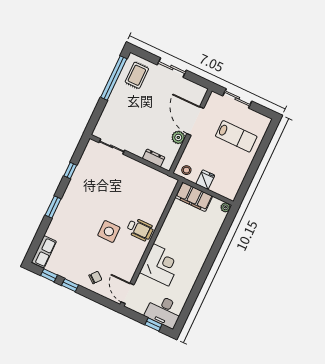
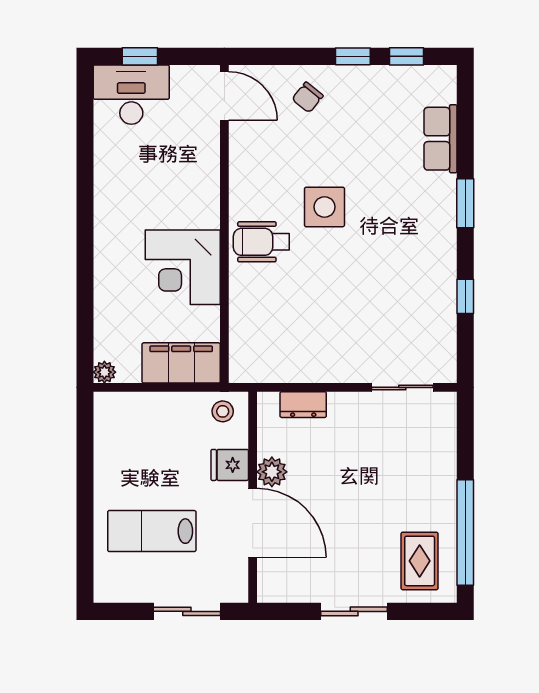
fridge: (205, 180) -> (230, 465), moved, turned 90
row of seats: (44, 252) -> (440, 139), moved
corner desk: (161, 265) -> (183, 267), moved

